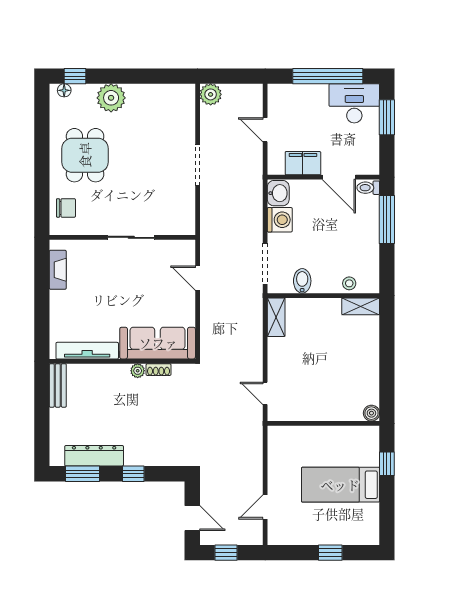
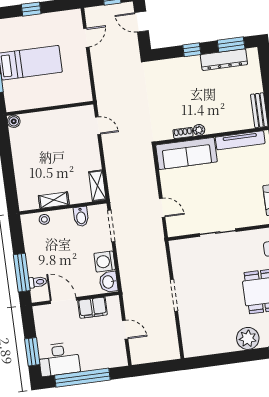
plant: (211, 94) -> (171, 351), removed
toilet: (368, 188) -> (38, 282), moved
shelving: (361, 306) -> (54, 200), moved

